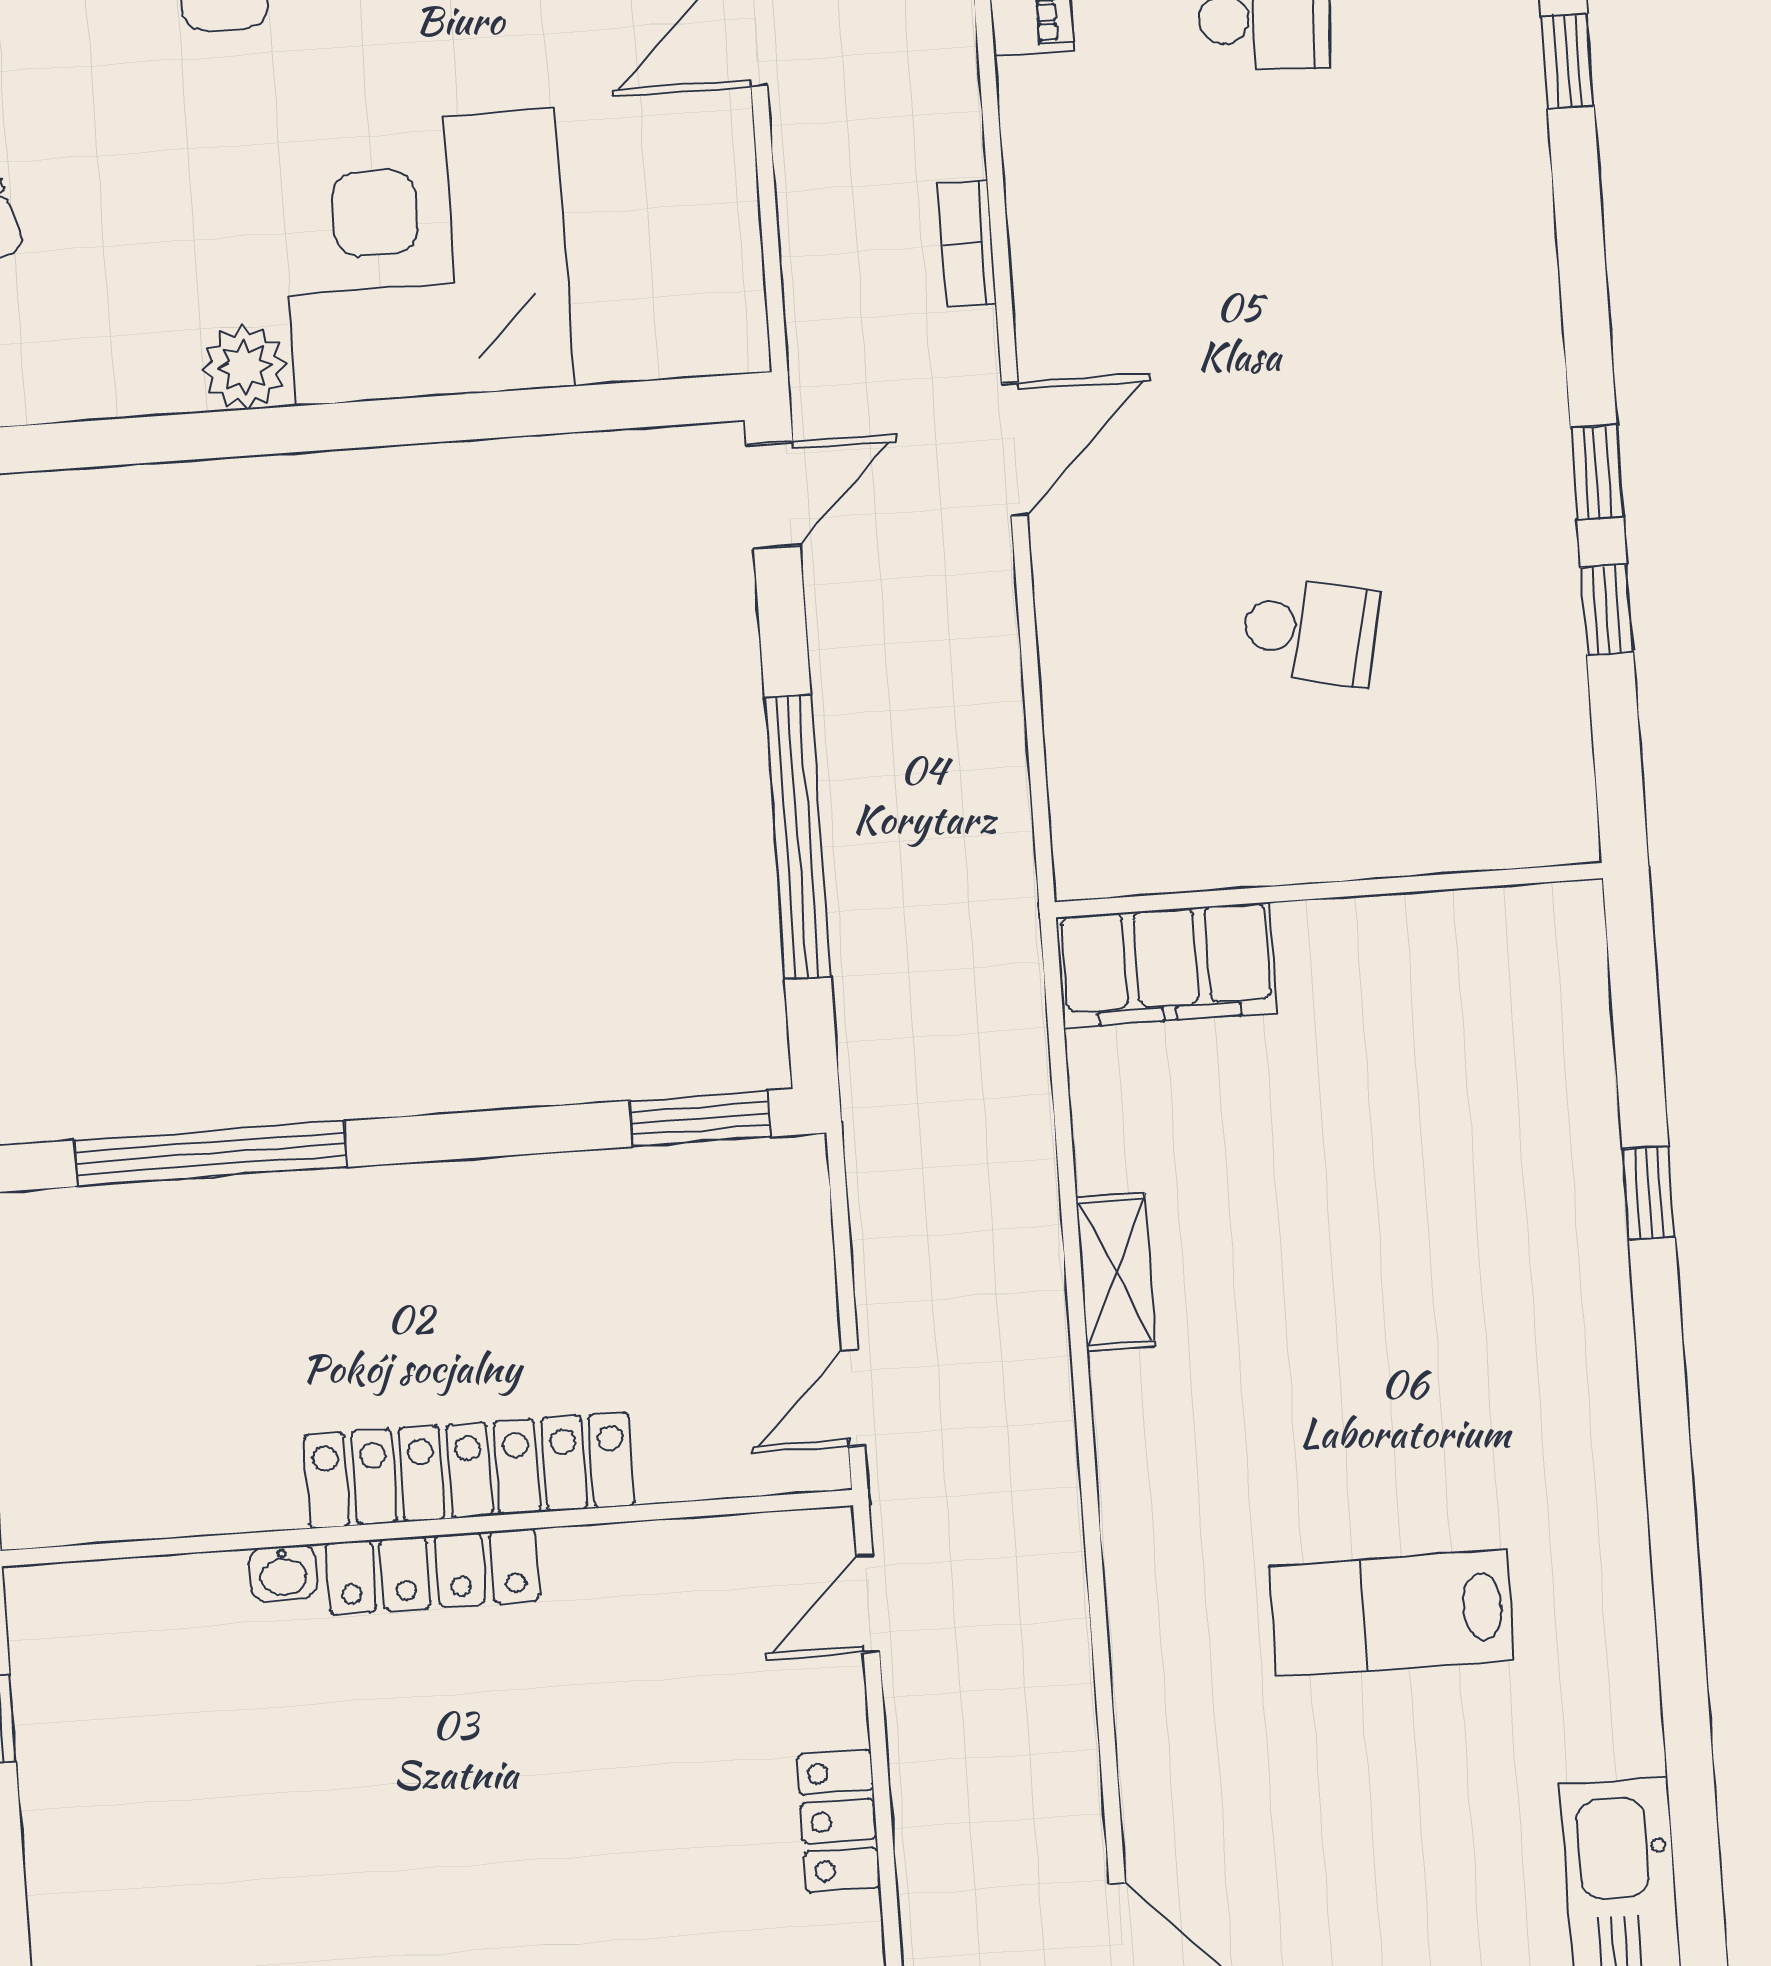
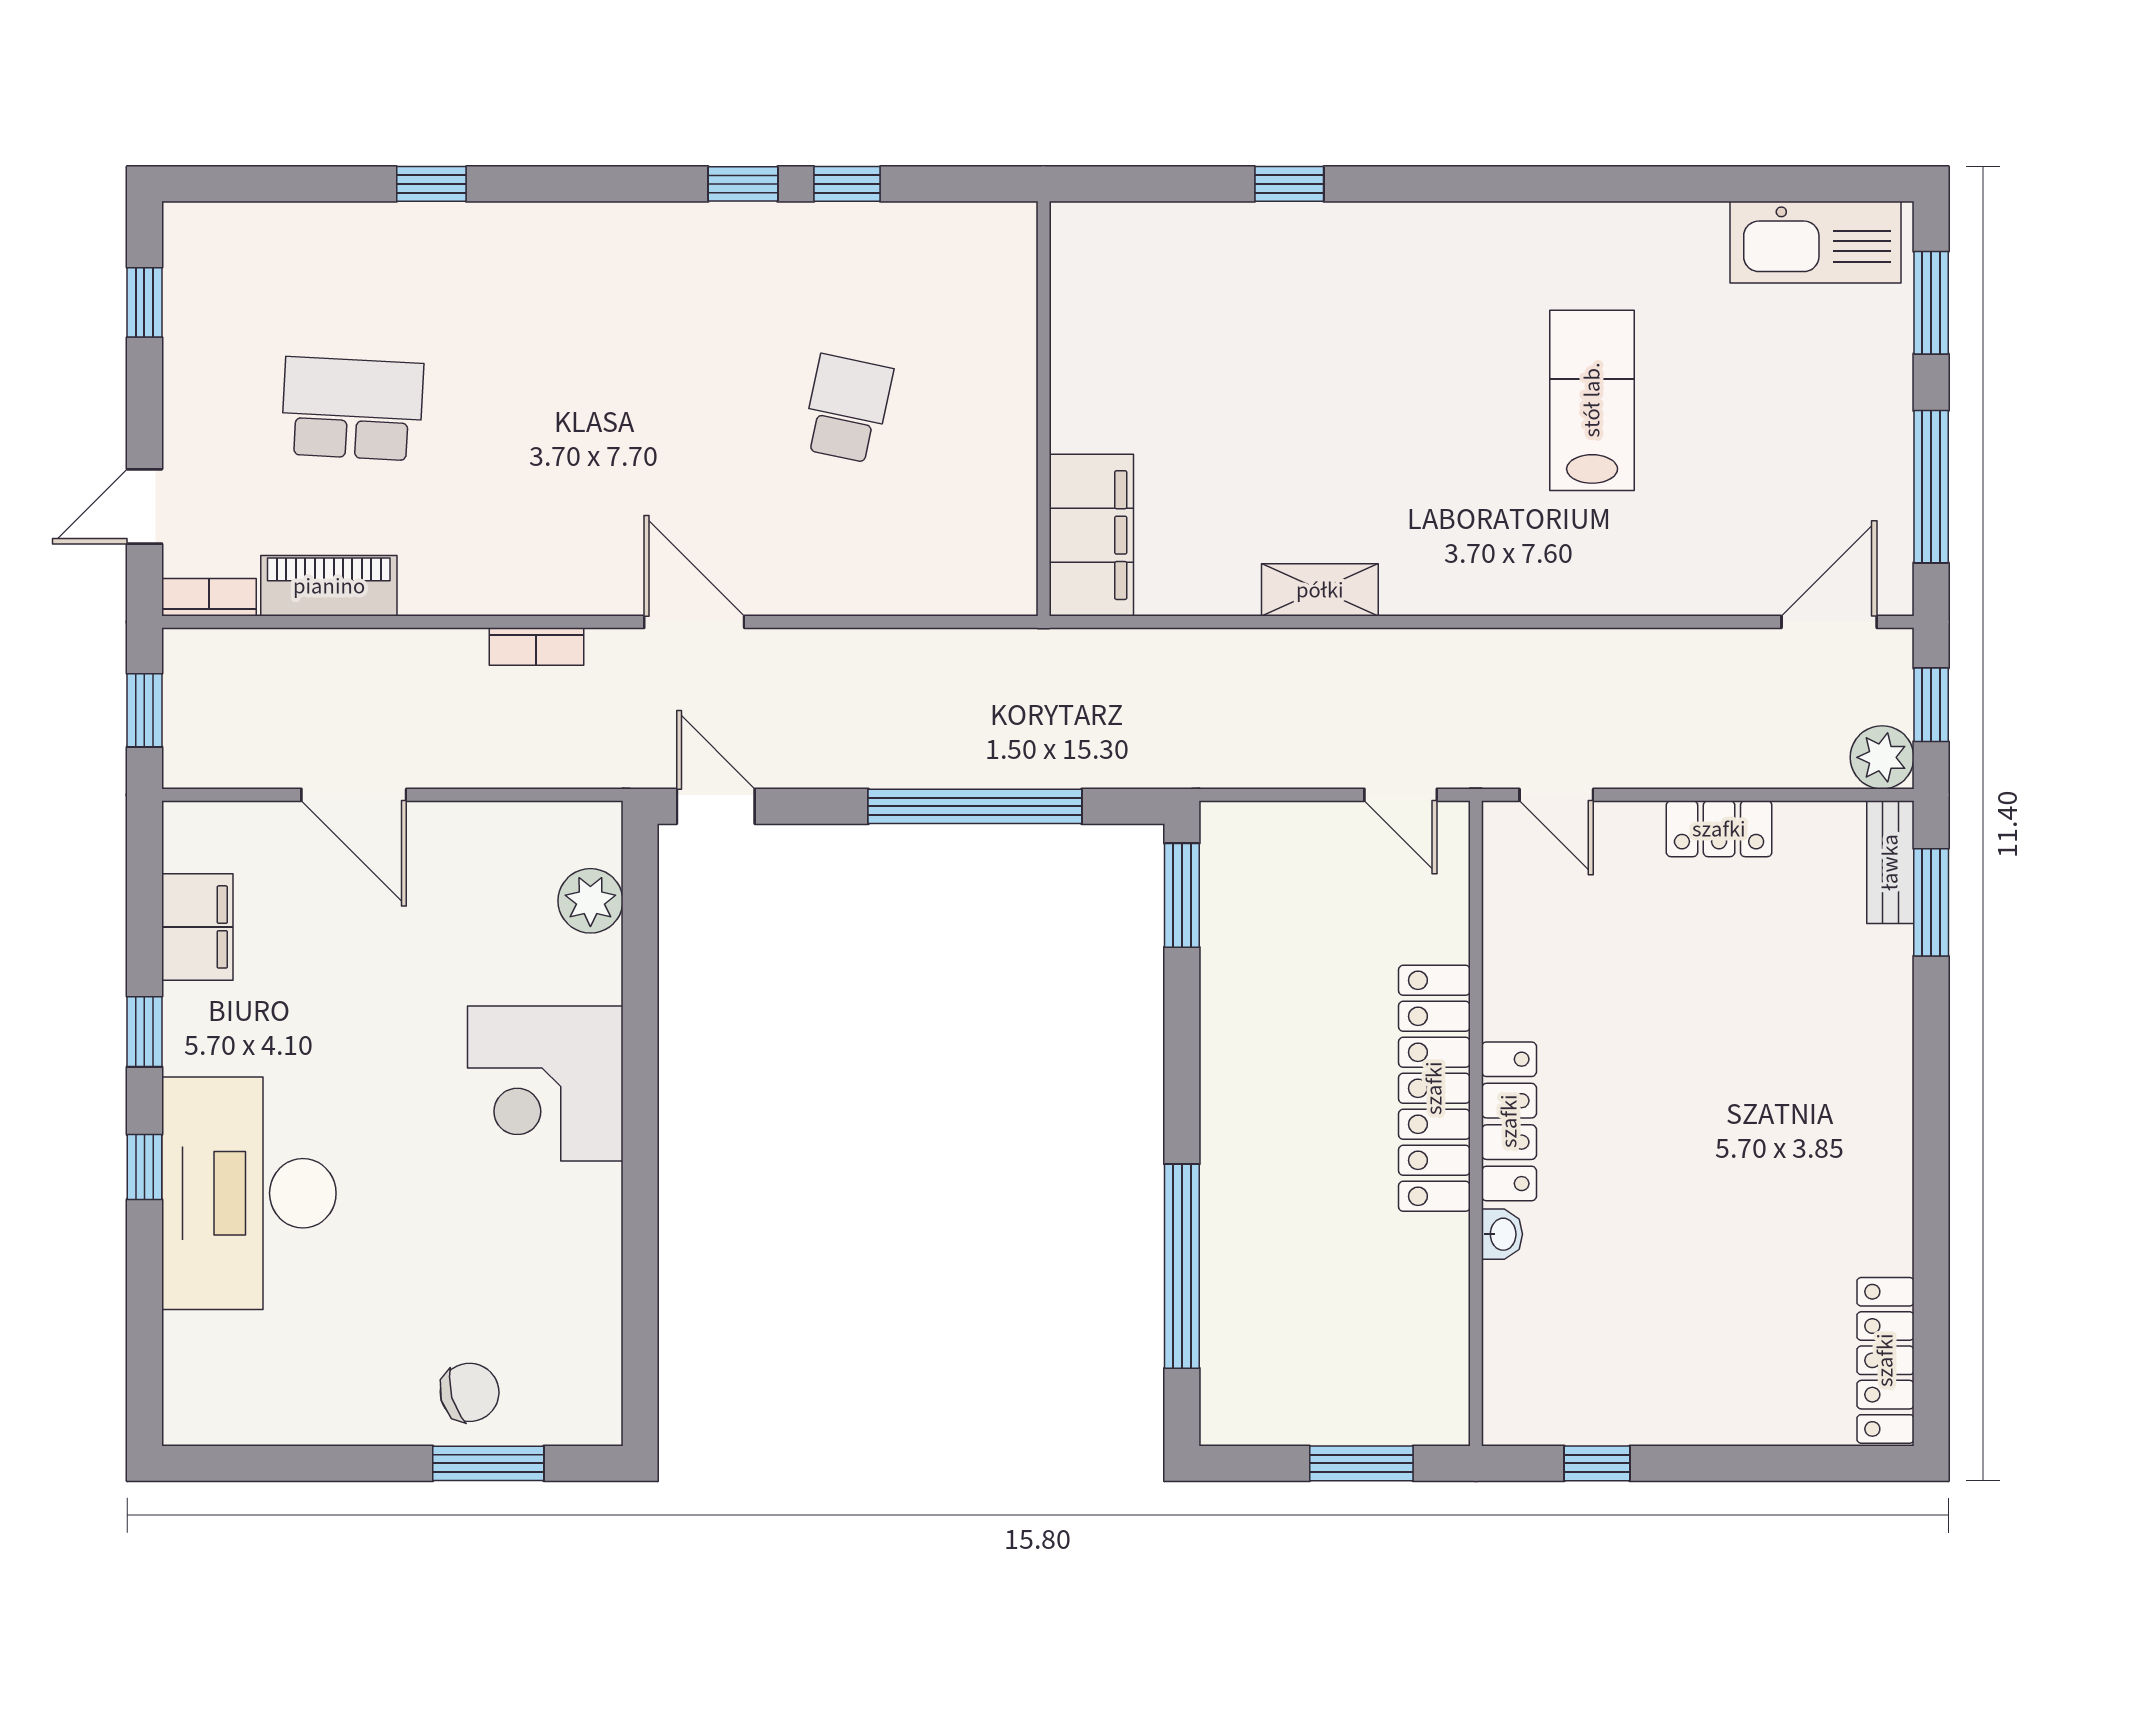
corner desk: (426, 257) -> (545, 1084), width x0.74, depth x0.74
plant: (245, 367) -> (590, 901), moved
lab bench: (1392, 1613) -> (1592, 400), turned 180

